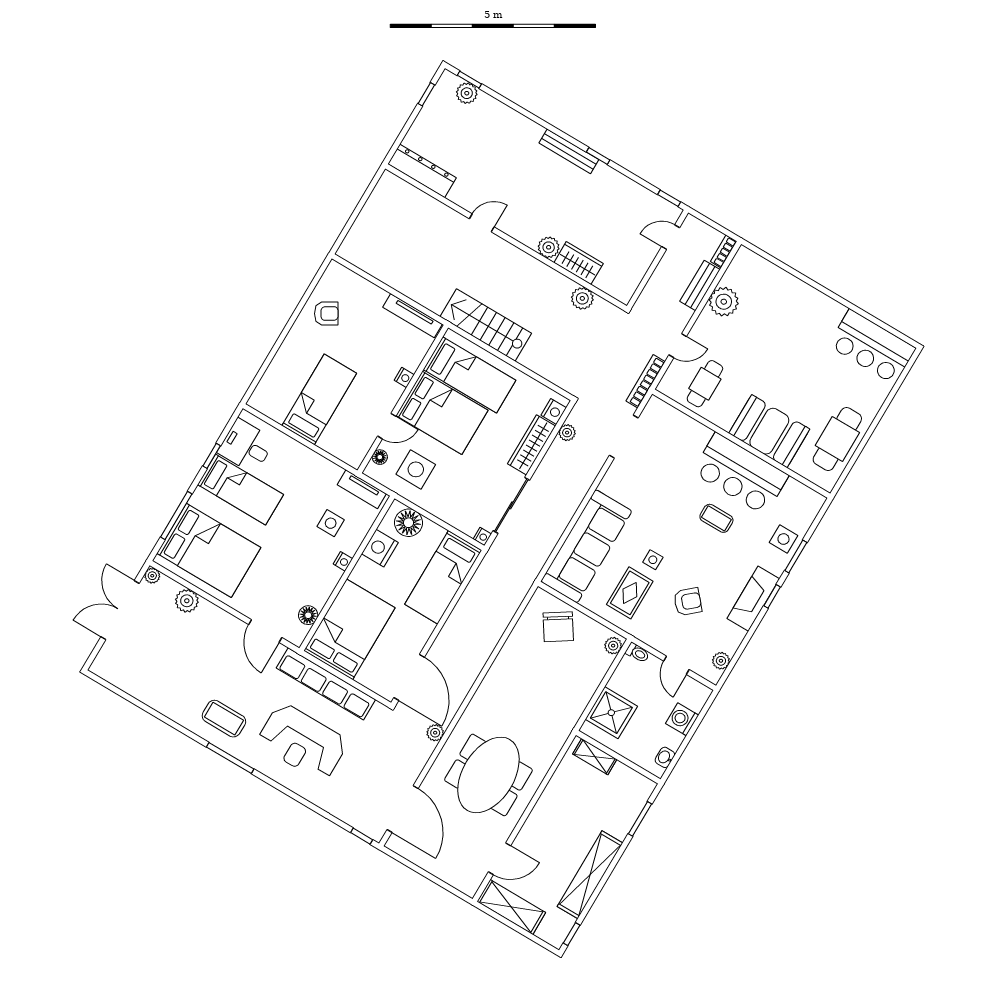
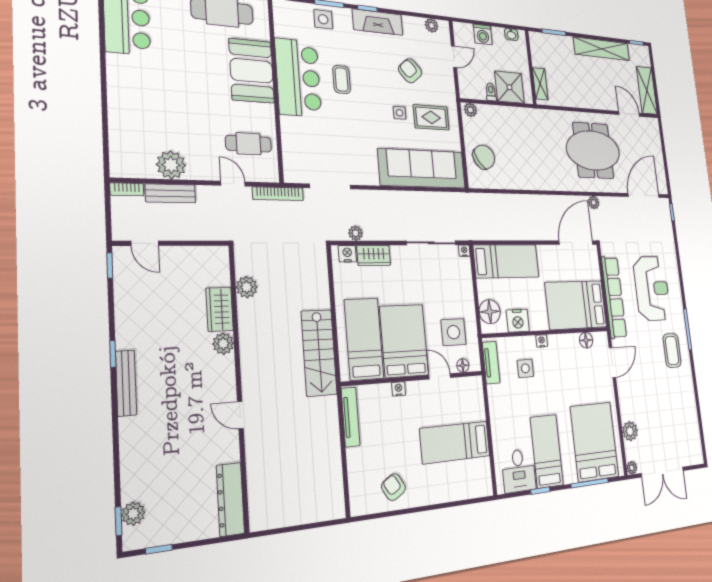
wardrobe: (532, 445) -> (374, 255), width x0.67
toilet: (637, 653) -> (491, 92), moved

